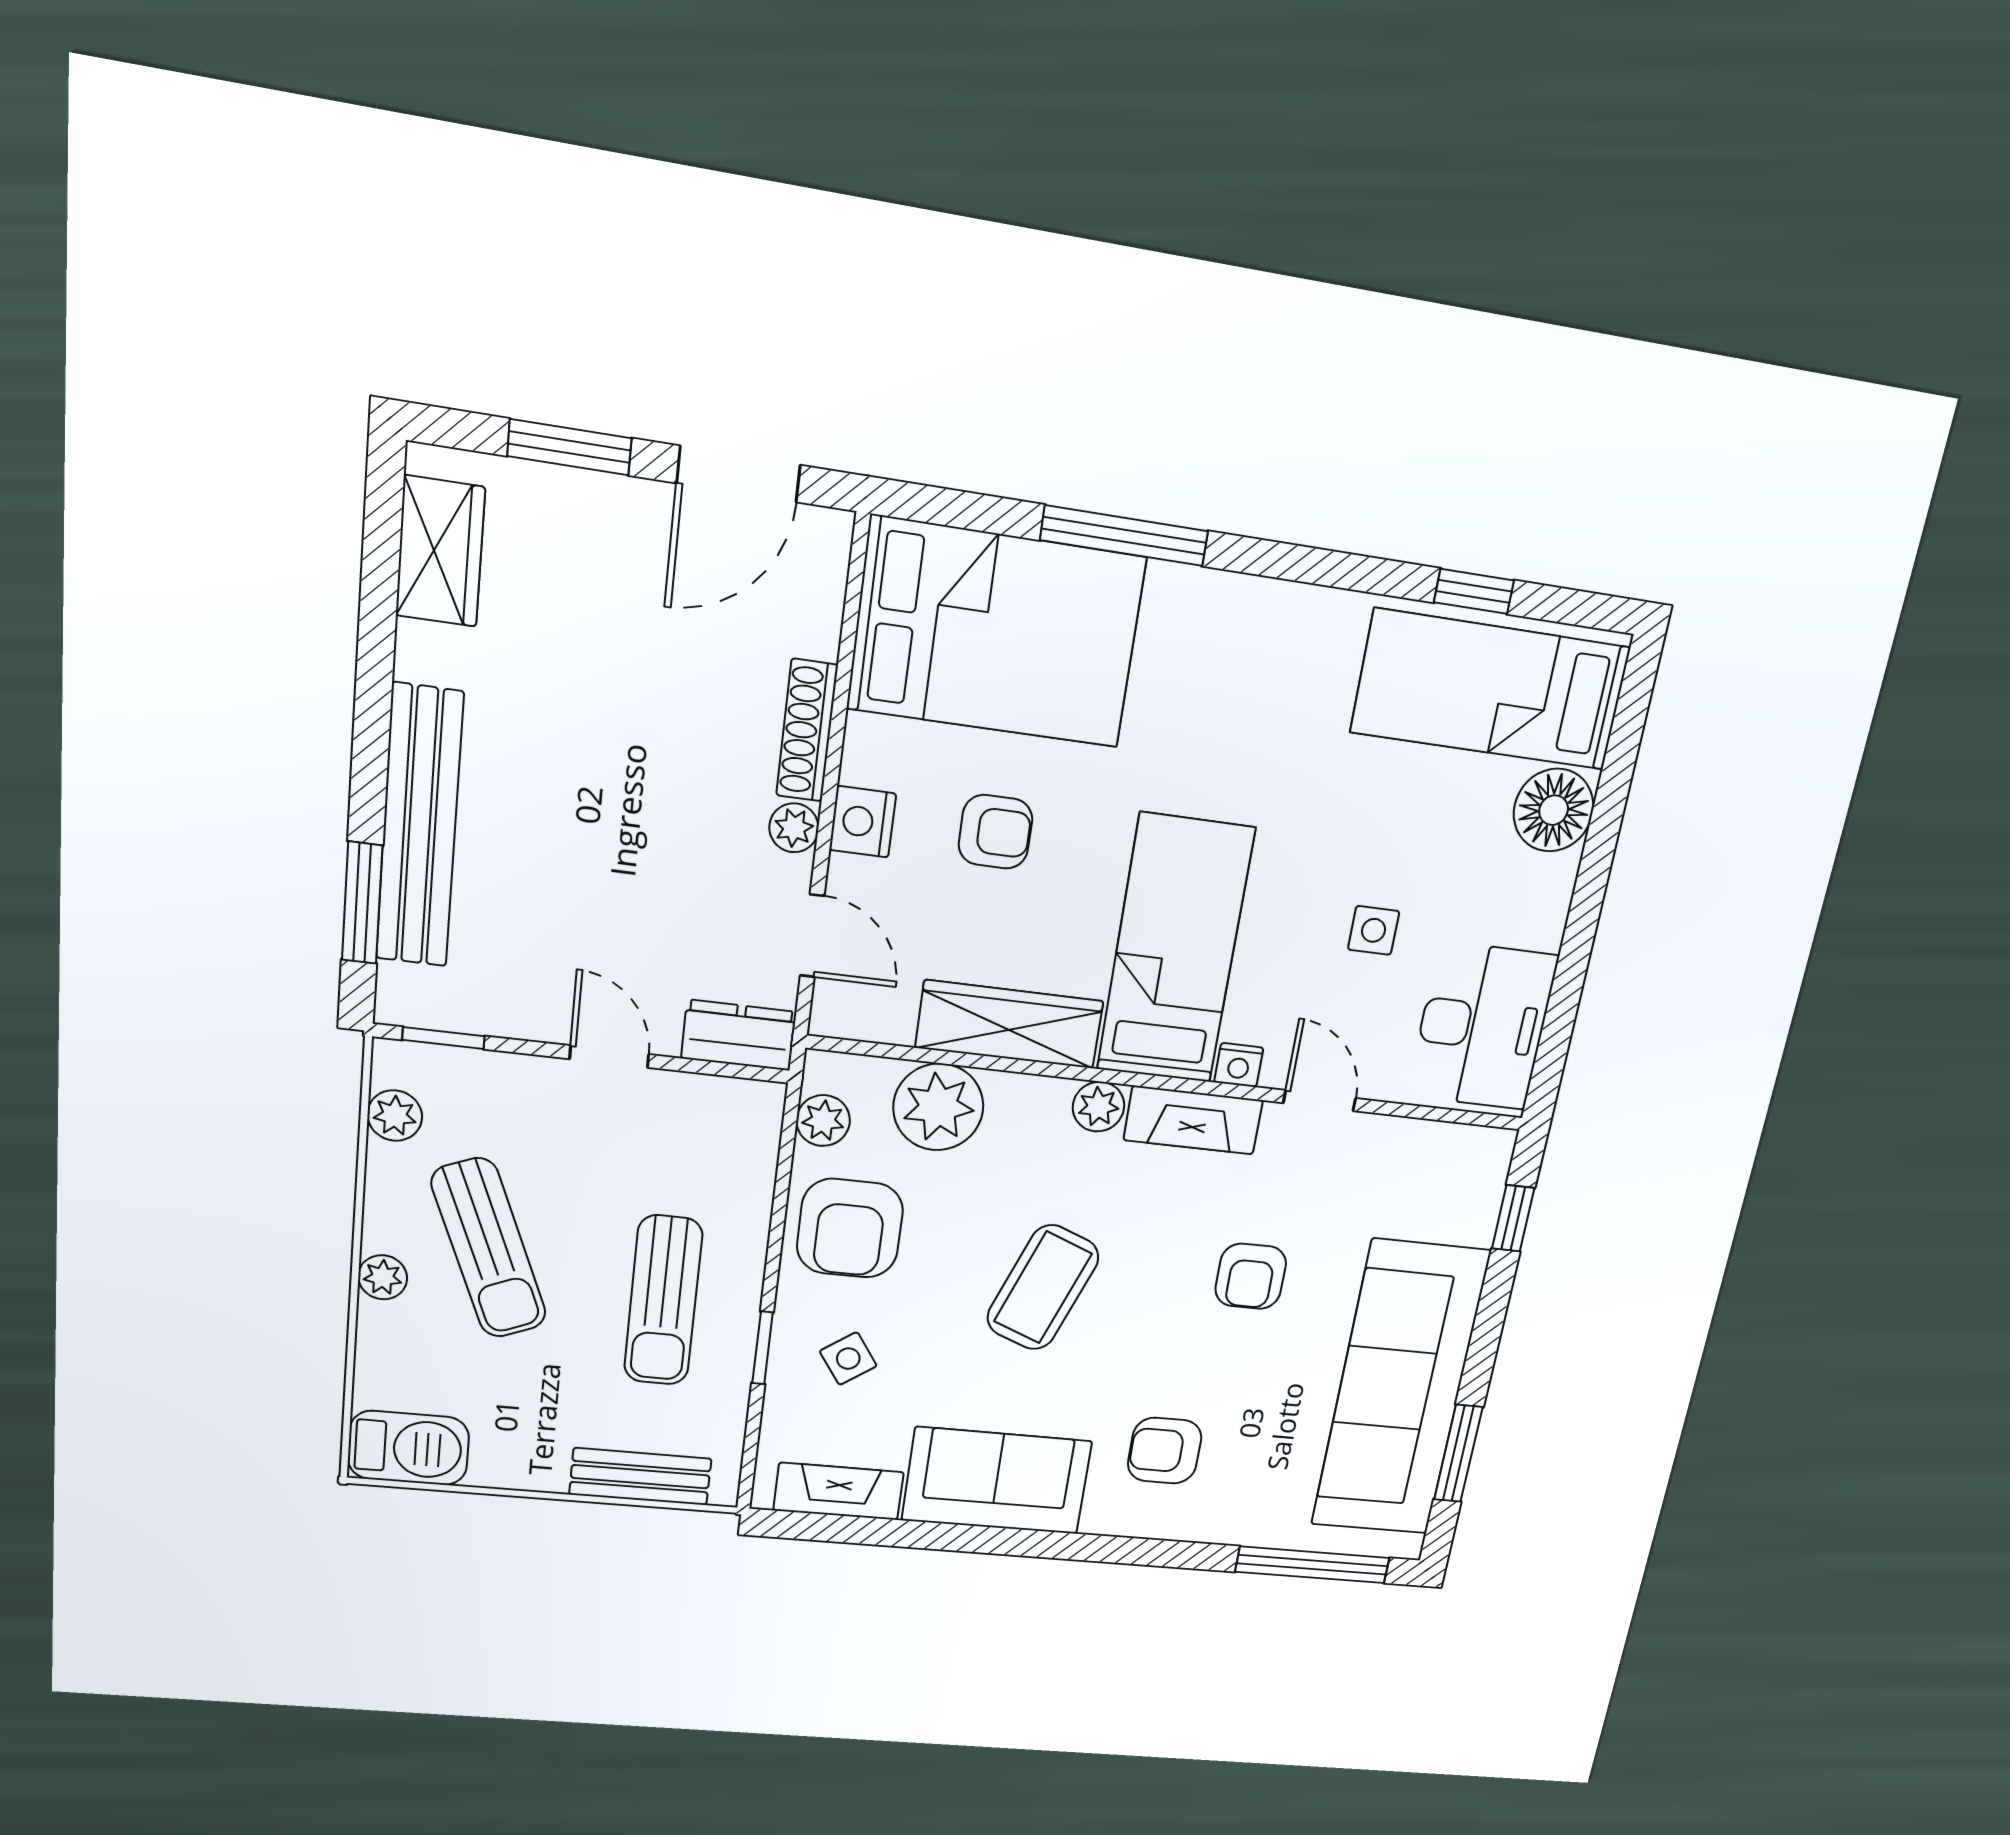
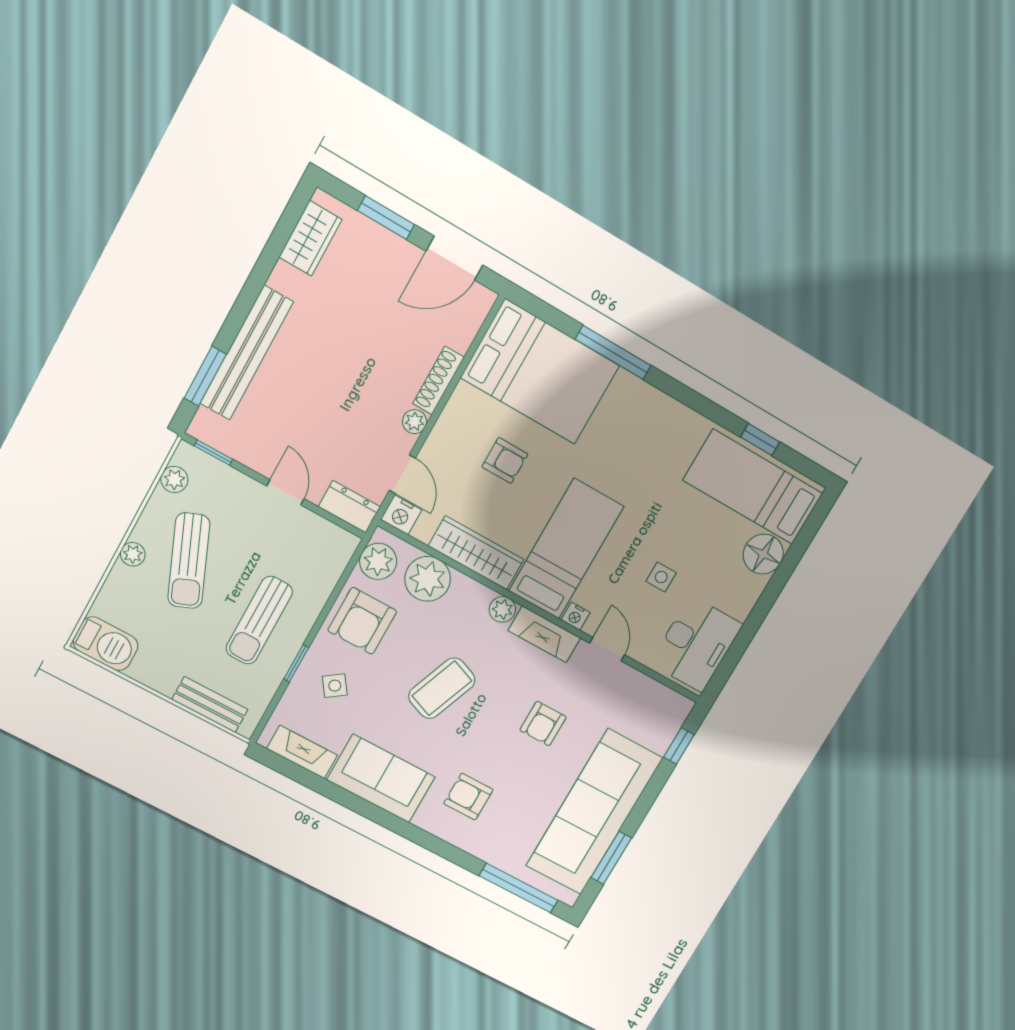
nightstand: (863, 822) -> (401, 515), moved, turned -90
plant: (823, 1121) -> (378, 561), width x1.38, depth x1.38

